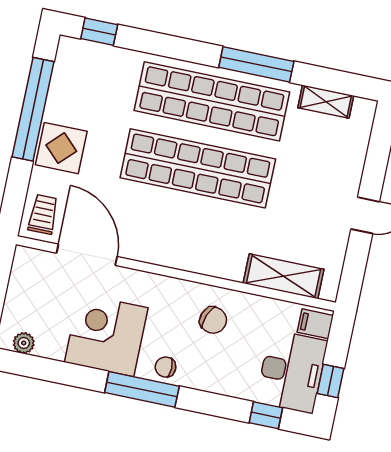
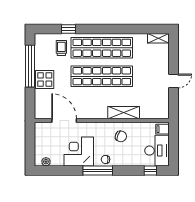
window: (99, 32) -> (69, 29), moved
window: (256, 64) -> (117, 29), removed
shelving: (326, 102) -> (158, 38), moved
trolley: (43, 214) -> (61, 48), moved
shelving: (284, 276) -> (124, 113), moved
window: (331, 381) -> (174, 151), removed

